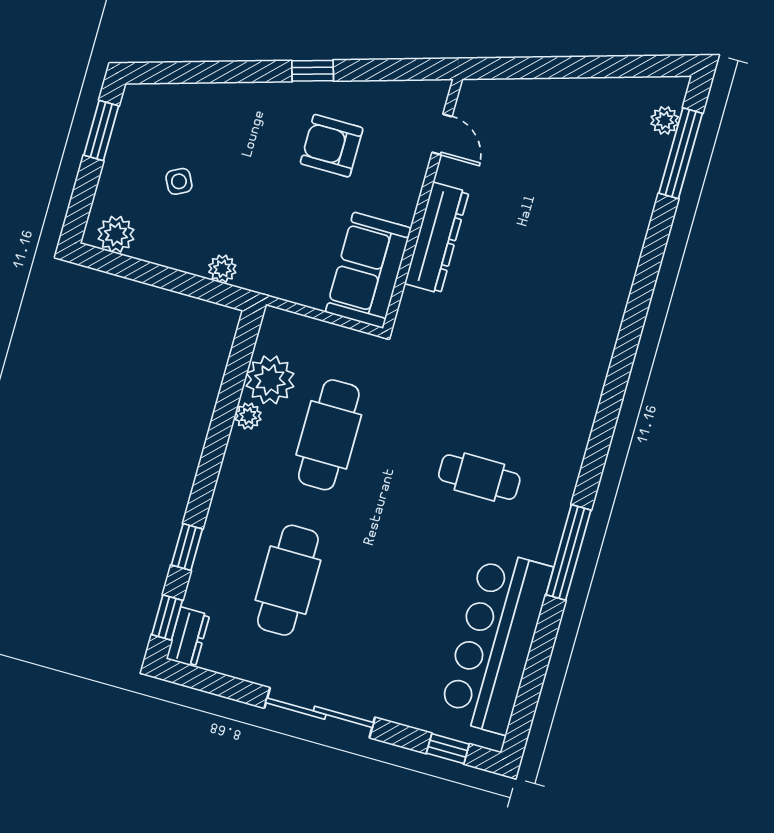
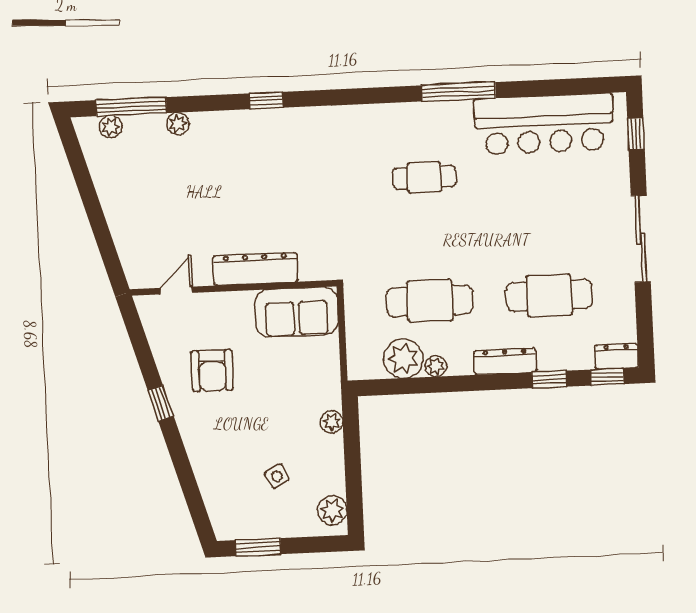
plant: (642, 203) -> (178, 124), added
window: (634, 318) -> (266, 100), added
cafe table: (479, 477) -> (424, 177), turned 90
dresser: (226, 501) -> (505, 361), added

